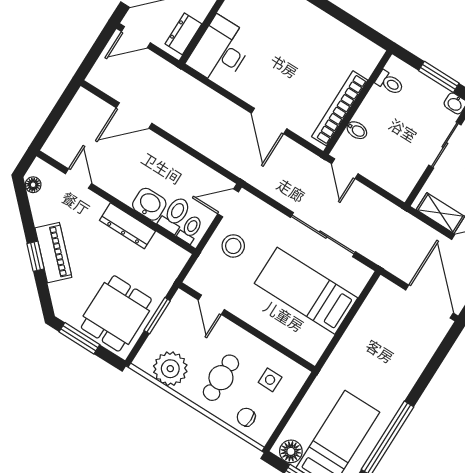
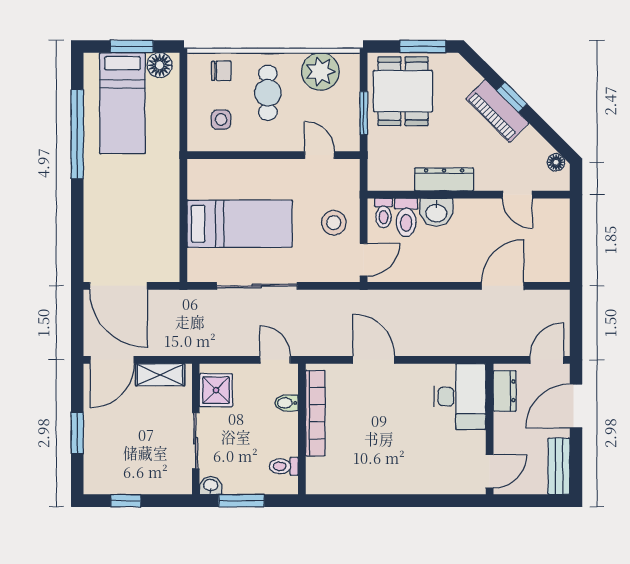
shower: (405, 174) -> (216, 390), added

